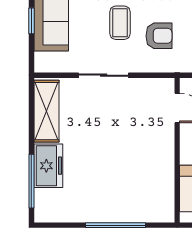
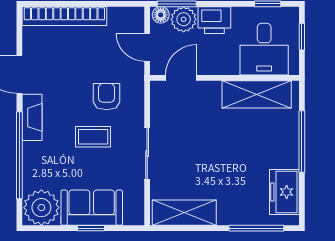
freezer: (48, 166) -> (284, 192), moved, turned -90
shelving: (161, 181) -> (257, 94), added

